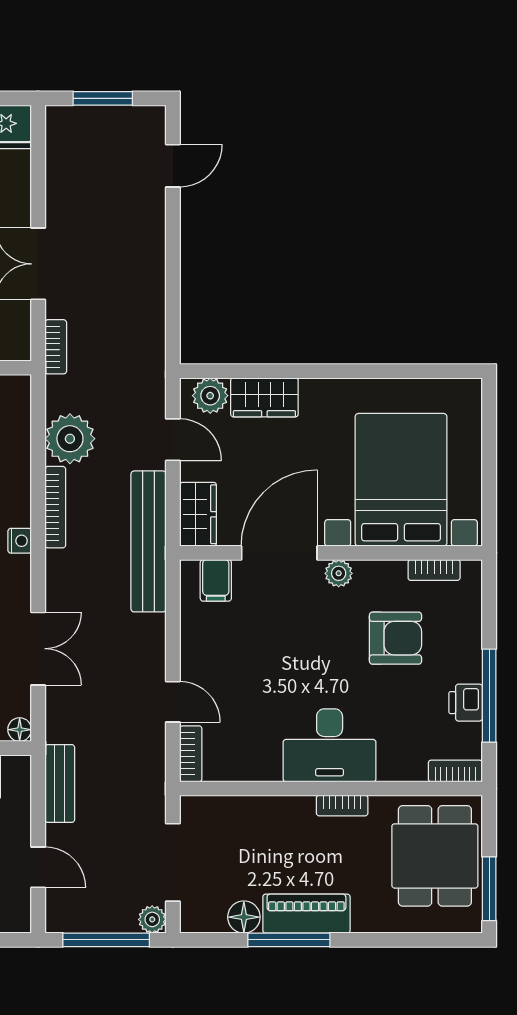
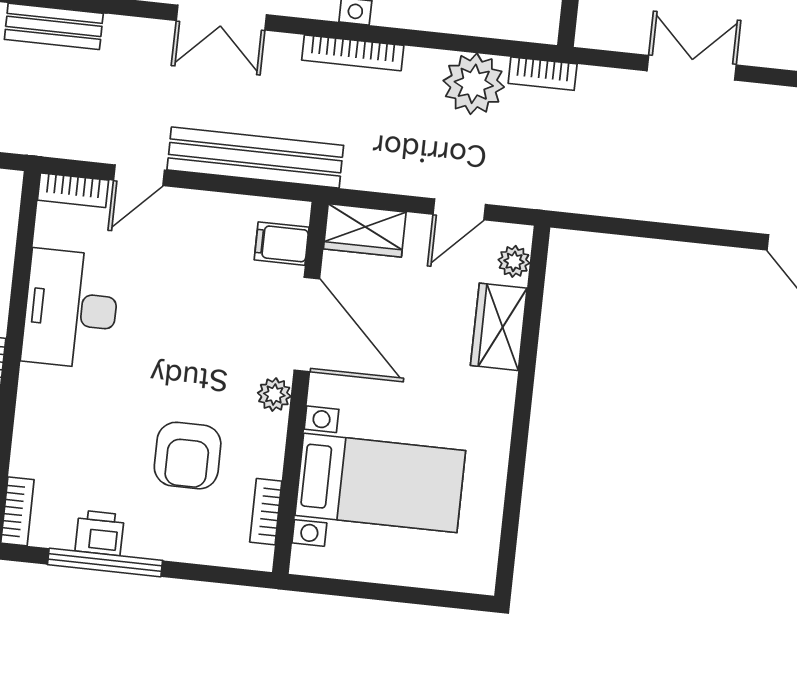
bookcase: (56, 347) -> (543, 74), moved
plant: (210, 396) -> (514, 261), width x0.73, depth x0.73
bed with nightstands: (401, 480) -> (380, 483), width x0.73
bookcase: (55, 507) -> (353, 53), moved
bench: (149, 541) -> (255, 158), moved
desk: (330, 745) -> (71, 309), moved

